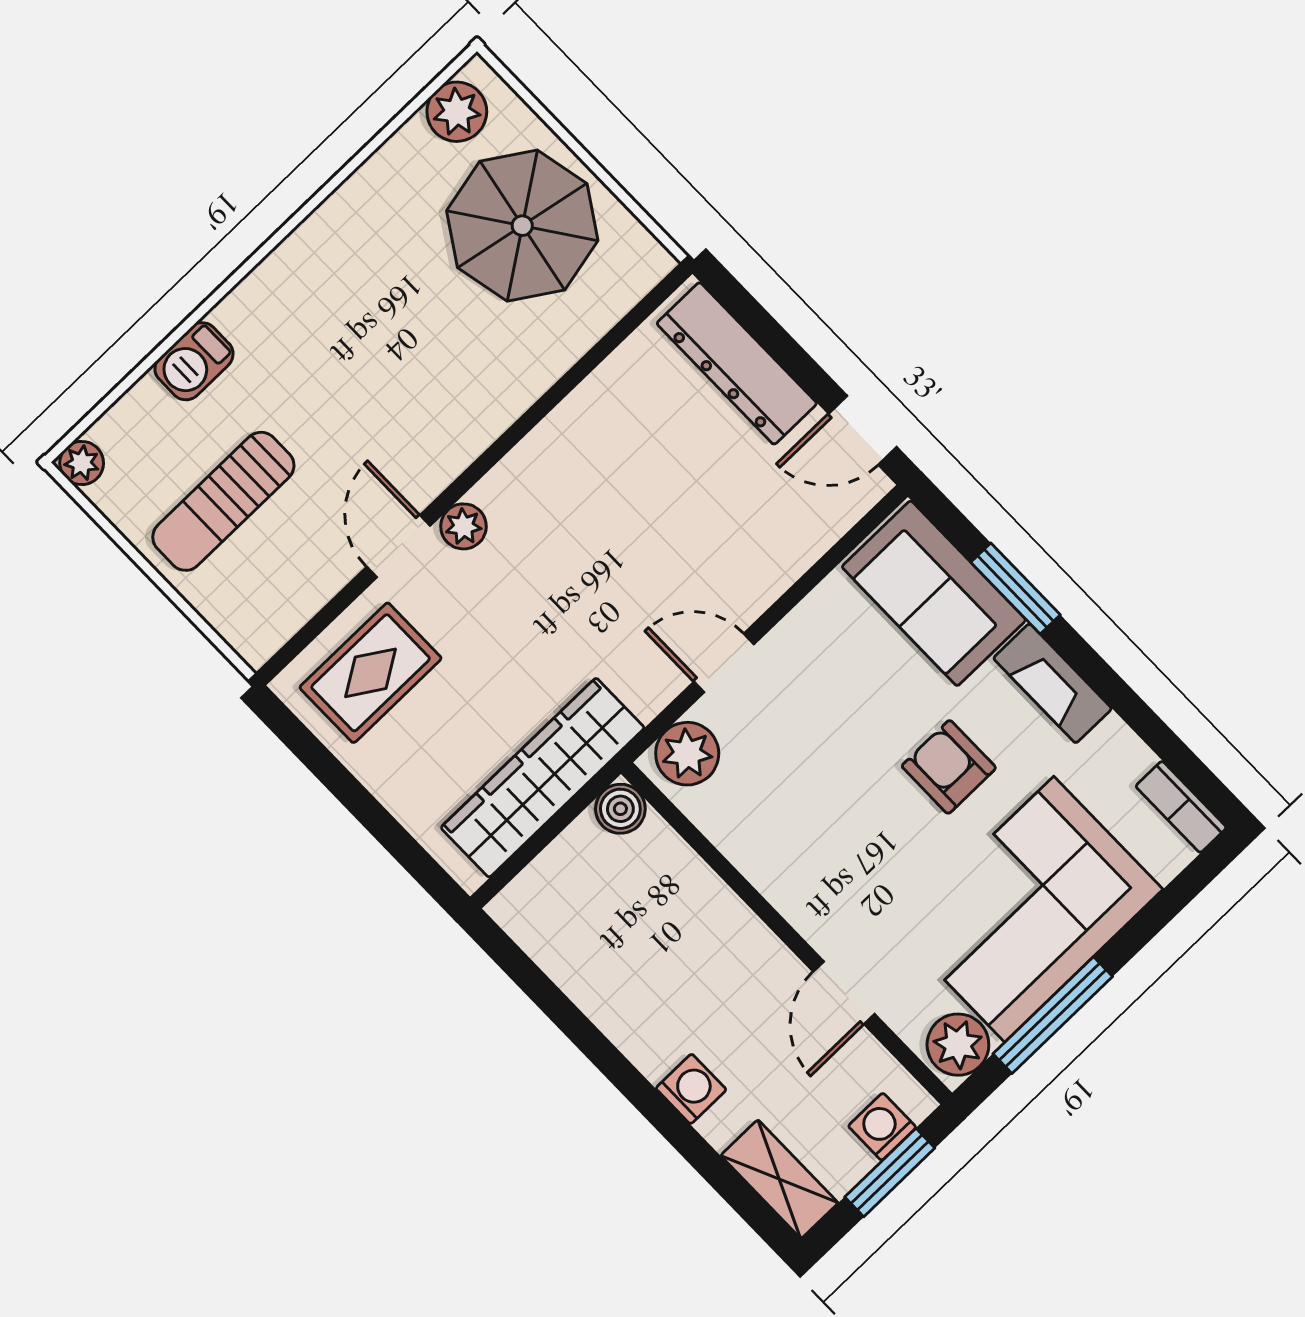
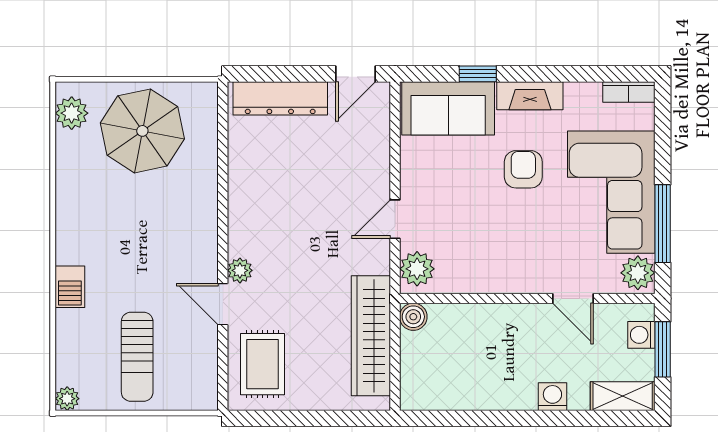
barbecue: (194, 361) -> (70, 287), moved
window: (1016, 589) -> (478, 74), width x0.67
armchair: (949, 767) -> (523, 169), turned 90

